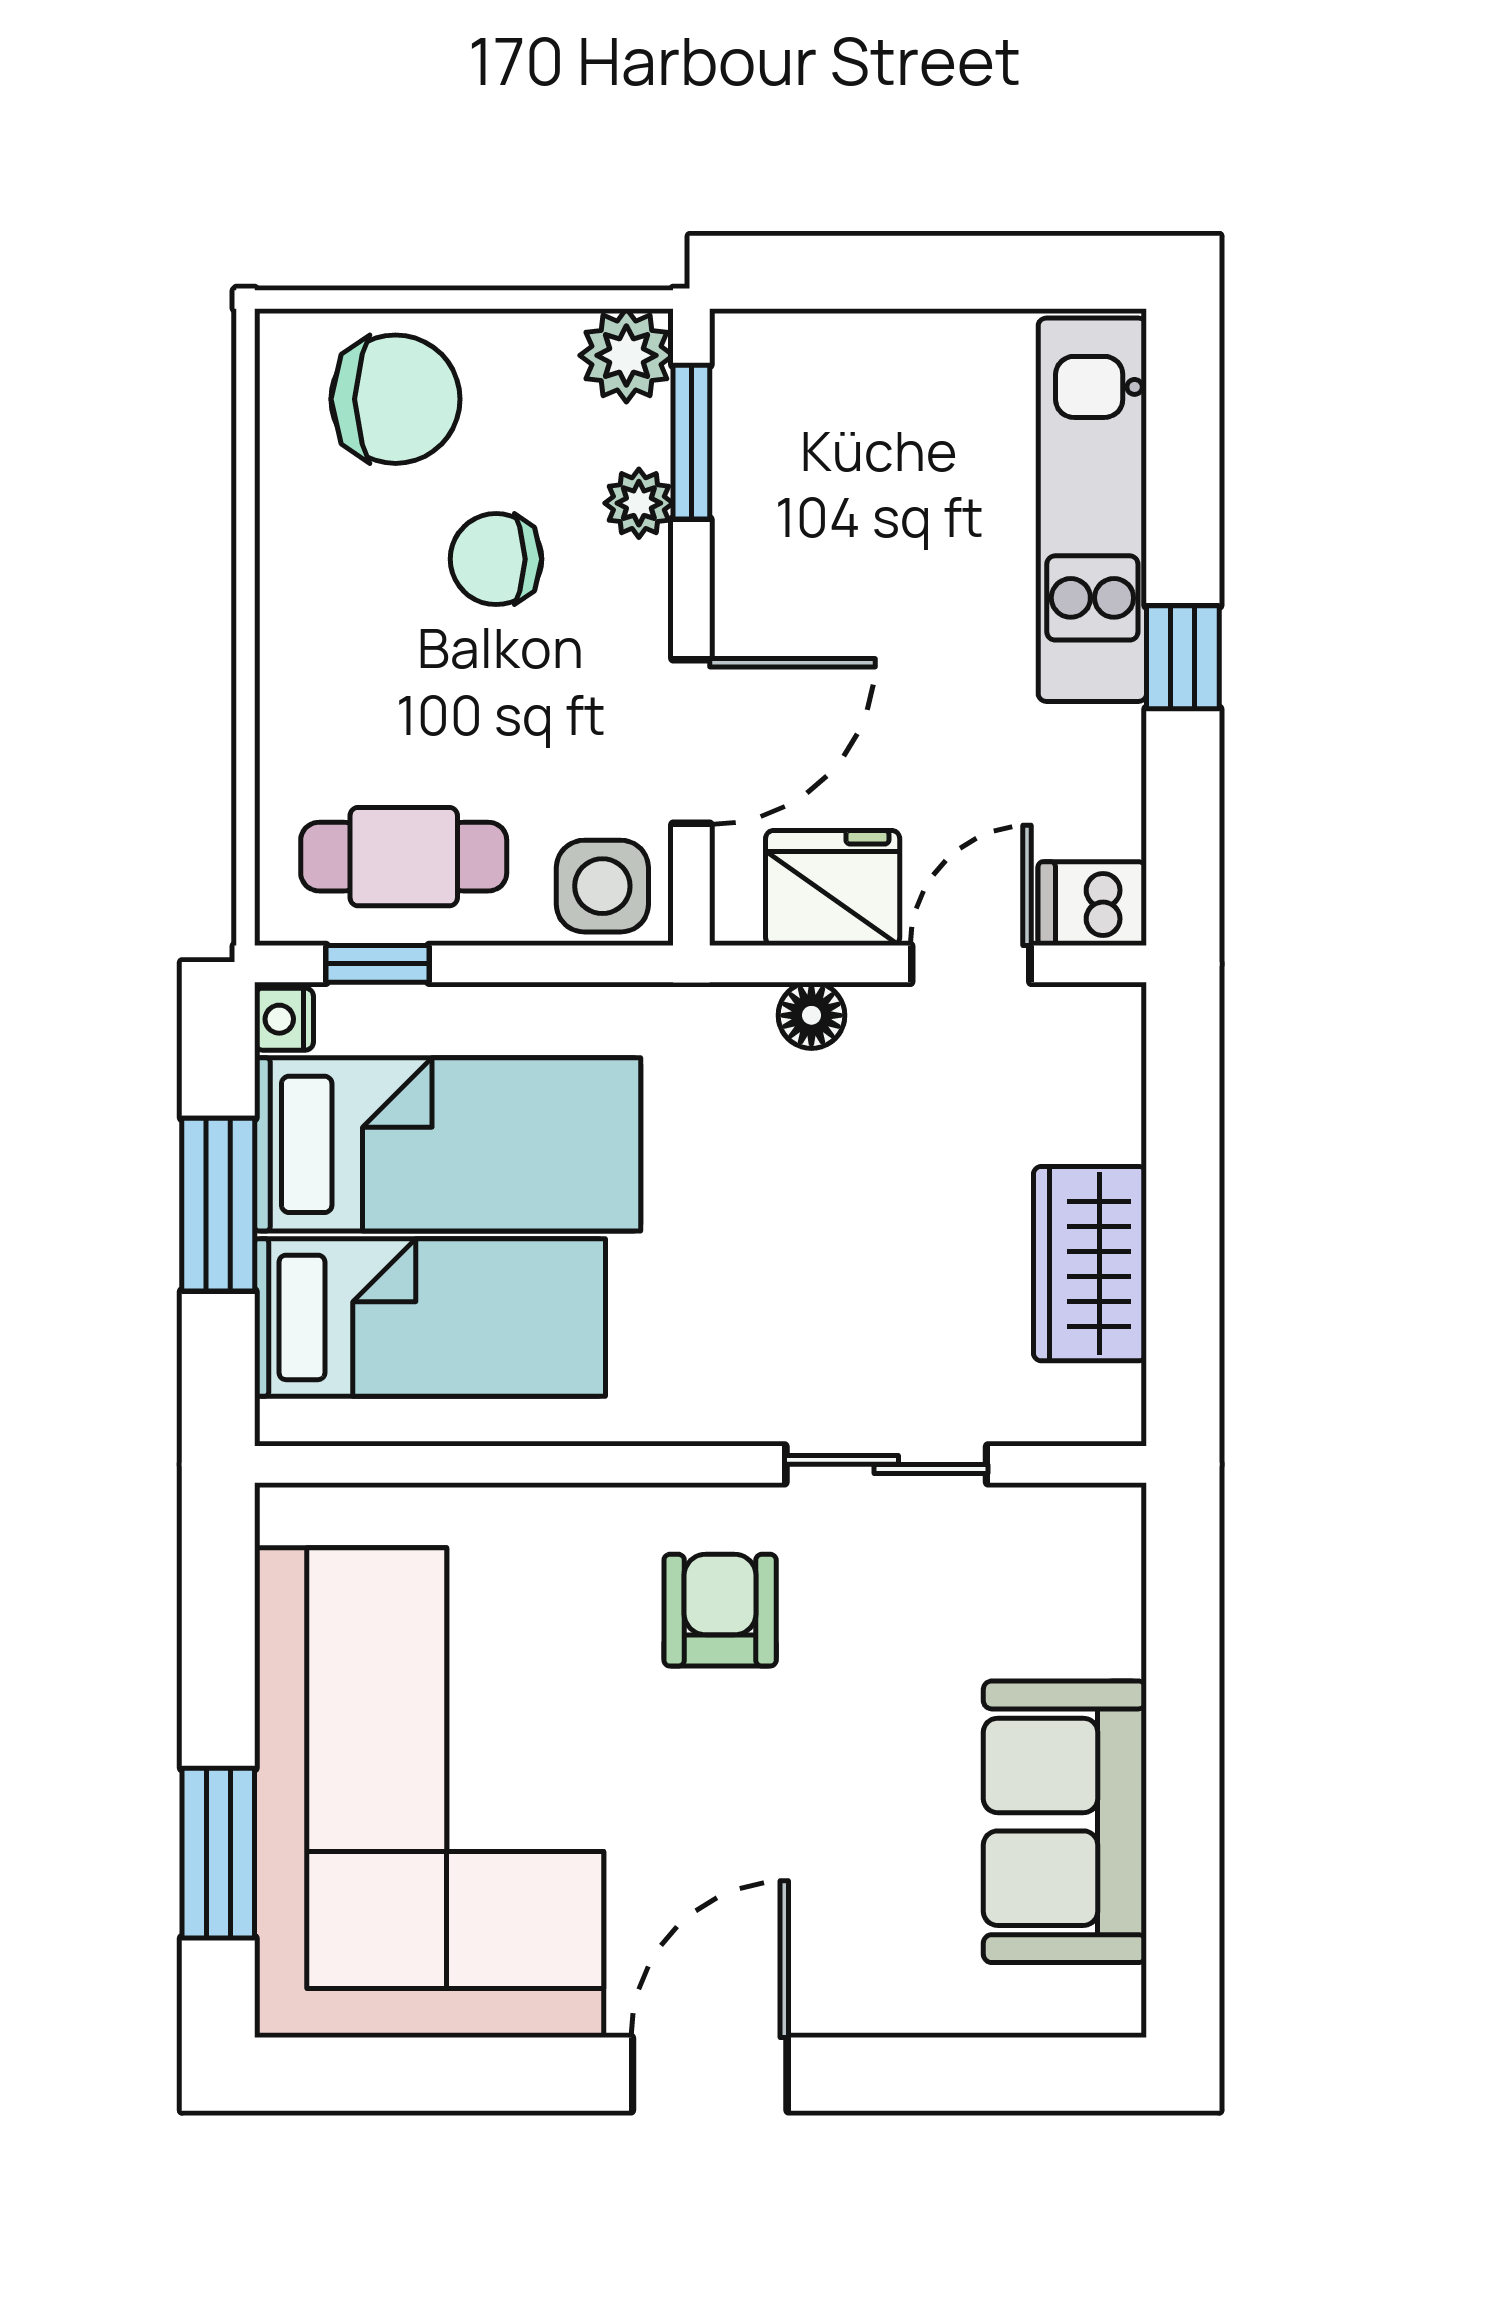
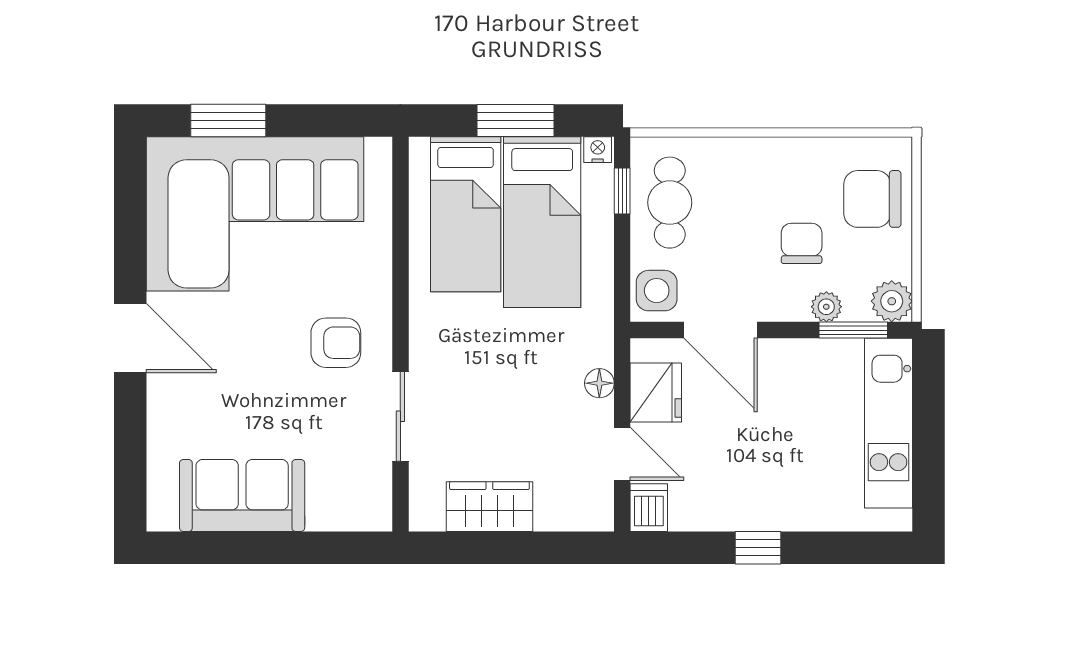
chair: (396, 399) -> (872, 199), turned 90
kitchen unit: (1092, 510) -> (889, 423), moved, turned -90

